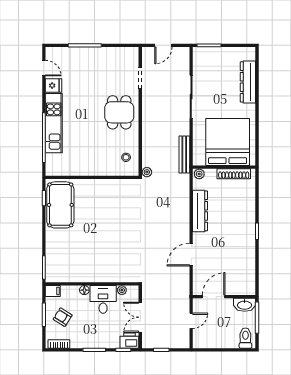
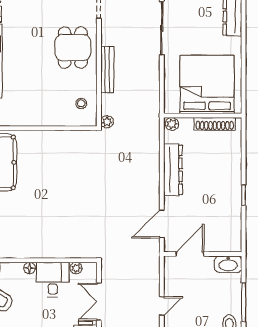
bench: (184, 154) -> (107, 70), moved
door: (214, 297) -> (190, 254), moved
wall: (224, 297) -> (203, 254), moved
washbasin: (245, 305) -> (228, 264), moved

